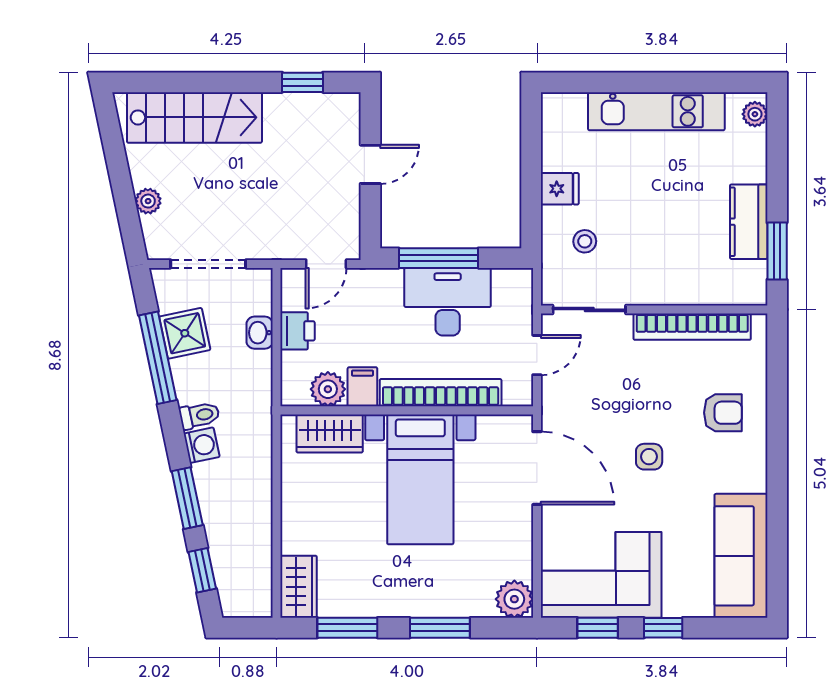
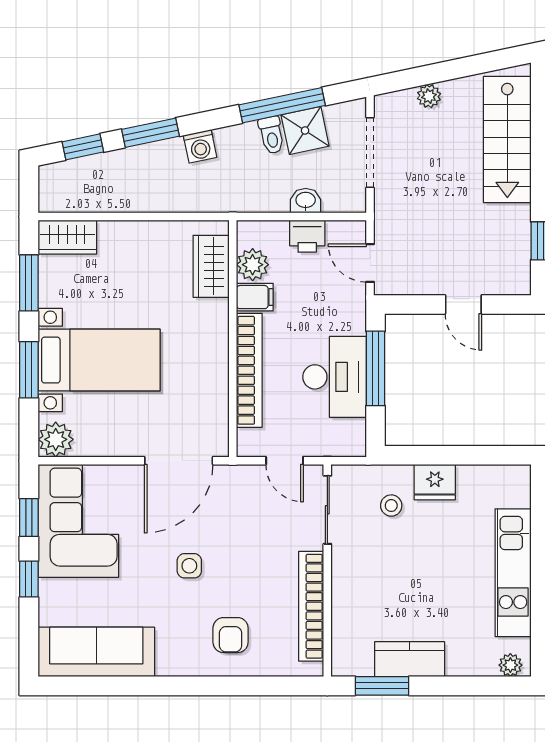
fridge: (560, 189) -> (435, 482), width x1.38
toilet: (199, 415) -> (271, 135), moved
bed with nightstands: (420, 479) -> (99, 360), moved, turned 180

